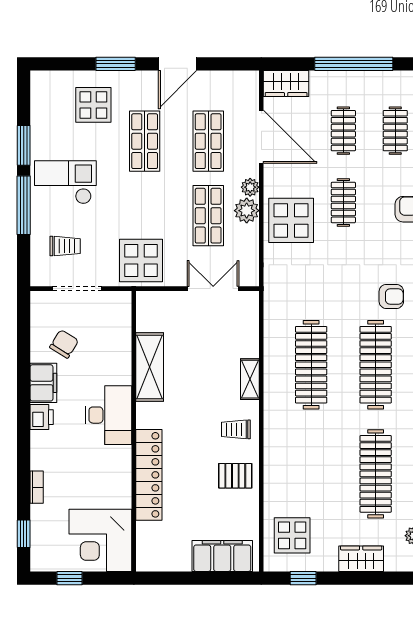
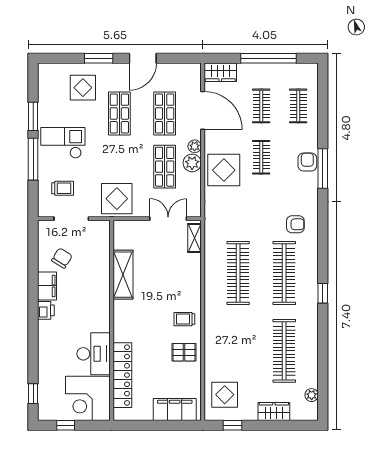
shelving: (250, 379) -> (194, 238), moved
desk: (108, 415) -> (94, 354), moved
locker: (149, 475) -> (122, 375), moved
bookcase: (37, 487) -> (42, 360), removed

